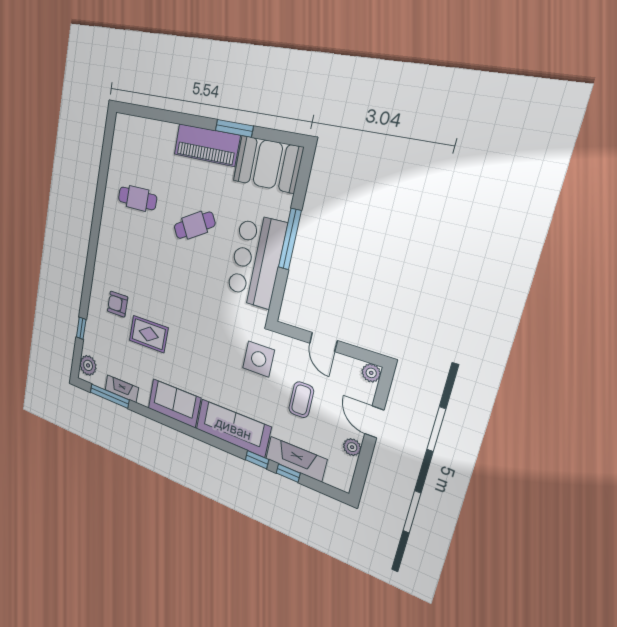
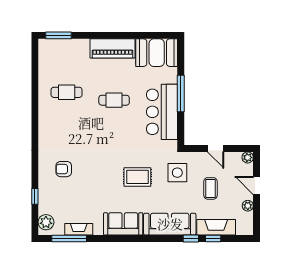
window: (234, 128) -> (58, 35), moved
cafe table: (194, 225) -> (114, 100), turned 30
rug: (149, 334) -> (137, 177), moved

